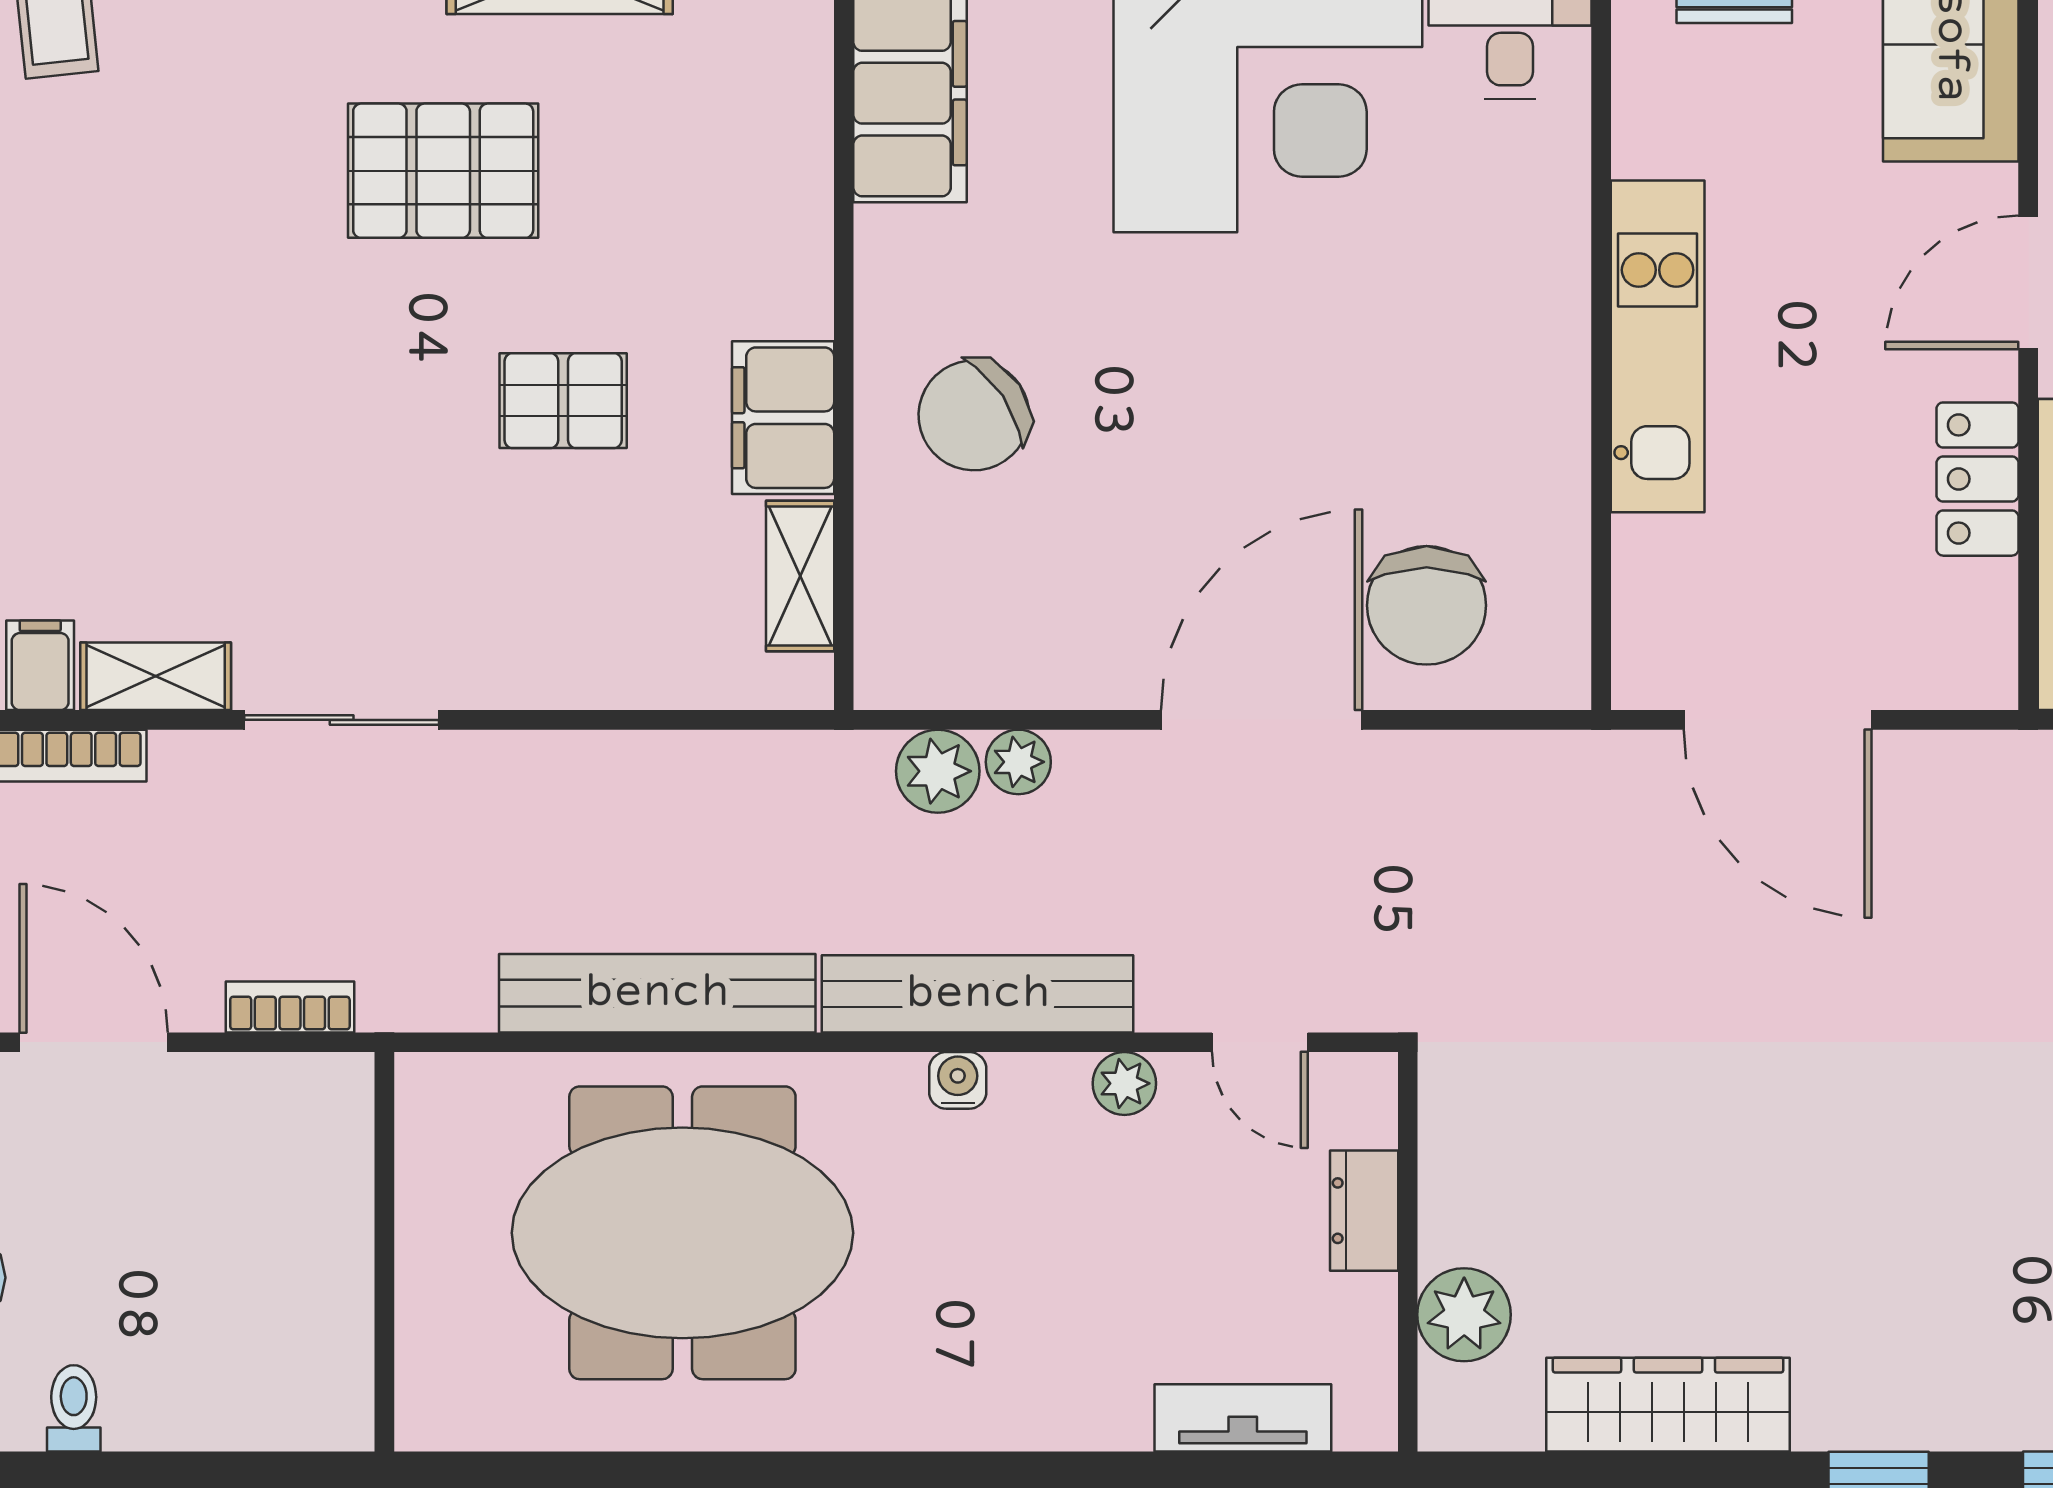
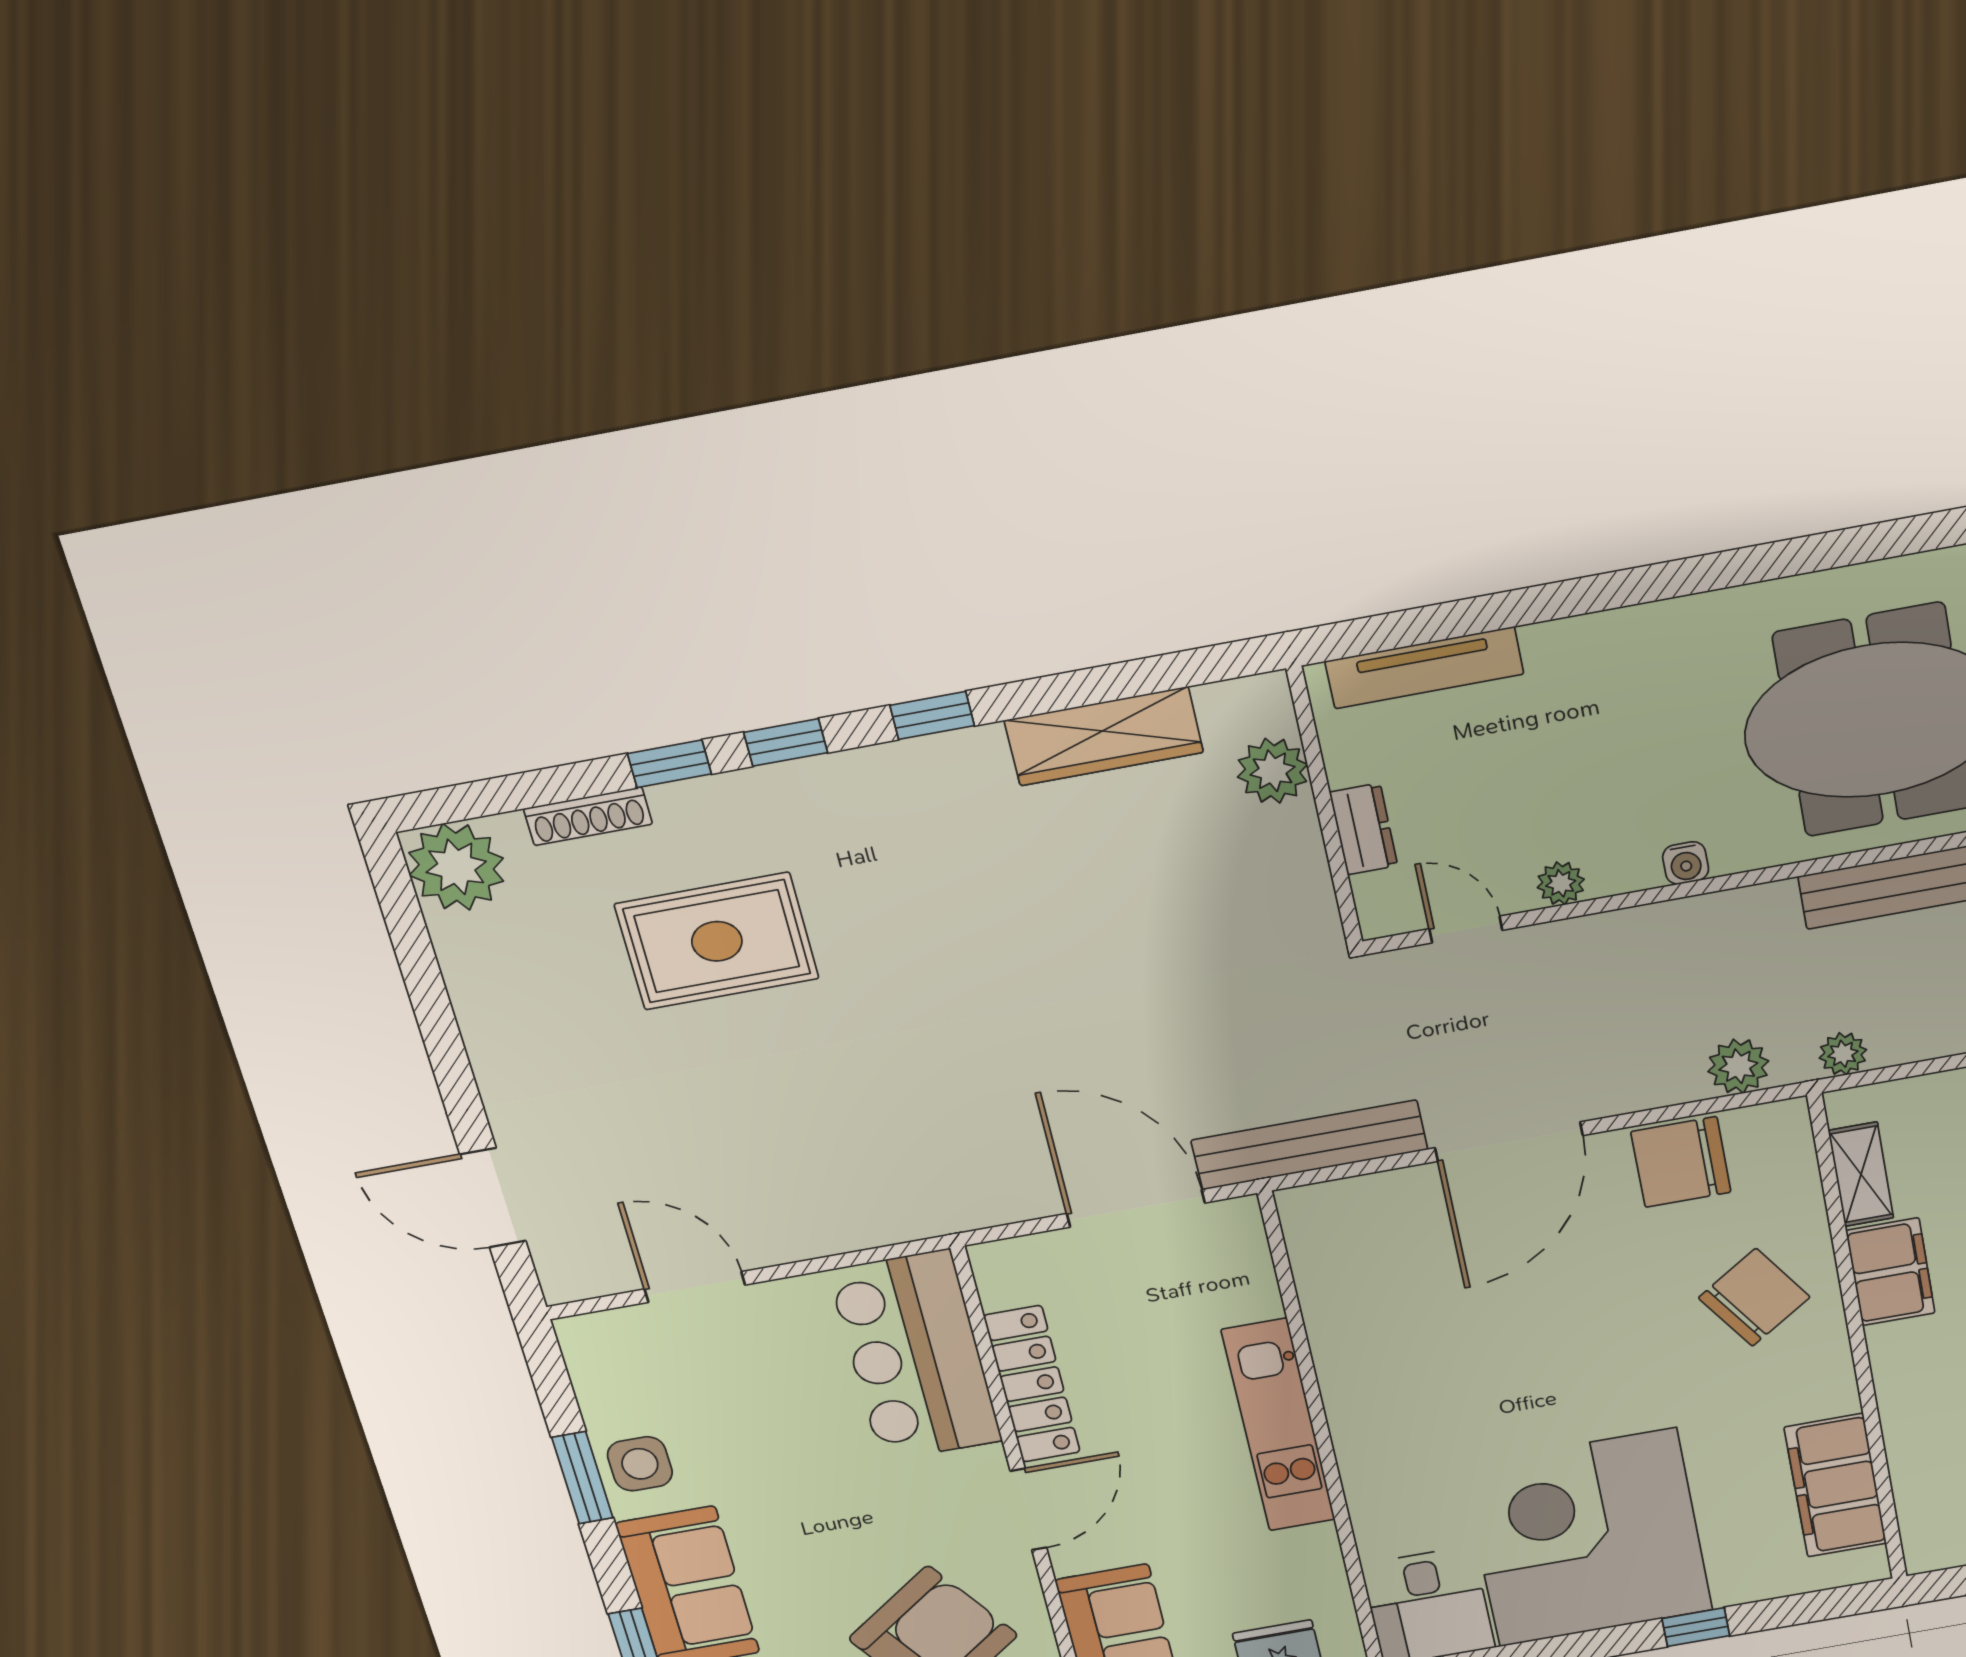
locker: (1978, 479) -> (1032, 1384), width x1.53
chair: (1427, 605) -> (1681, 1162), moved, turned -90
plant: (1018, 762) -> (1843, 1054), moved
bench: (978, 994) -> (1309, 1145), moved
tv unit: (1243, 1418) -> (1424, 668), width x1.41

